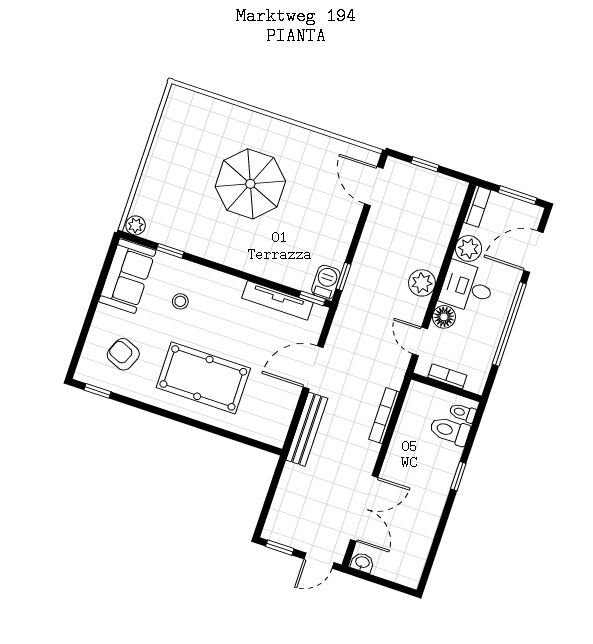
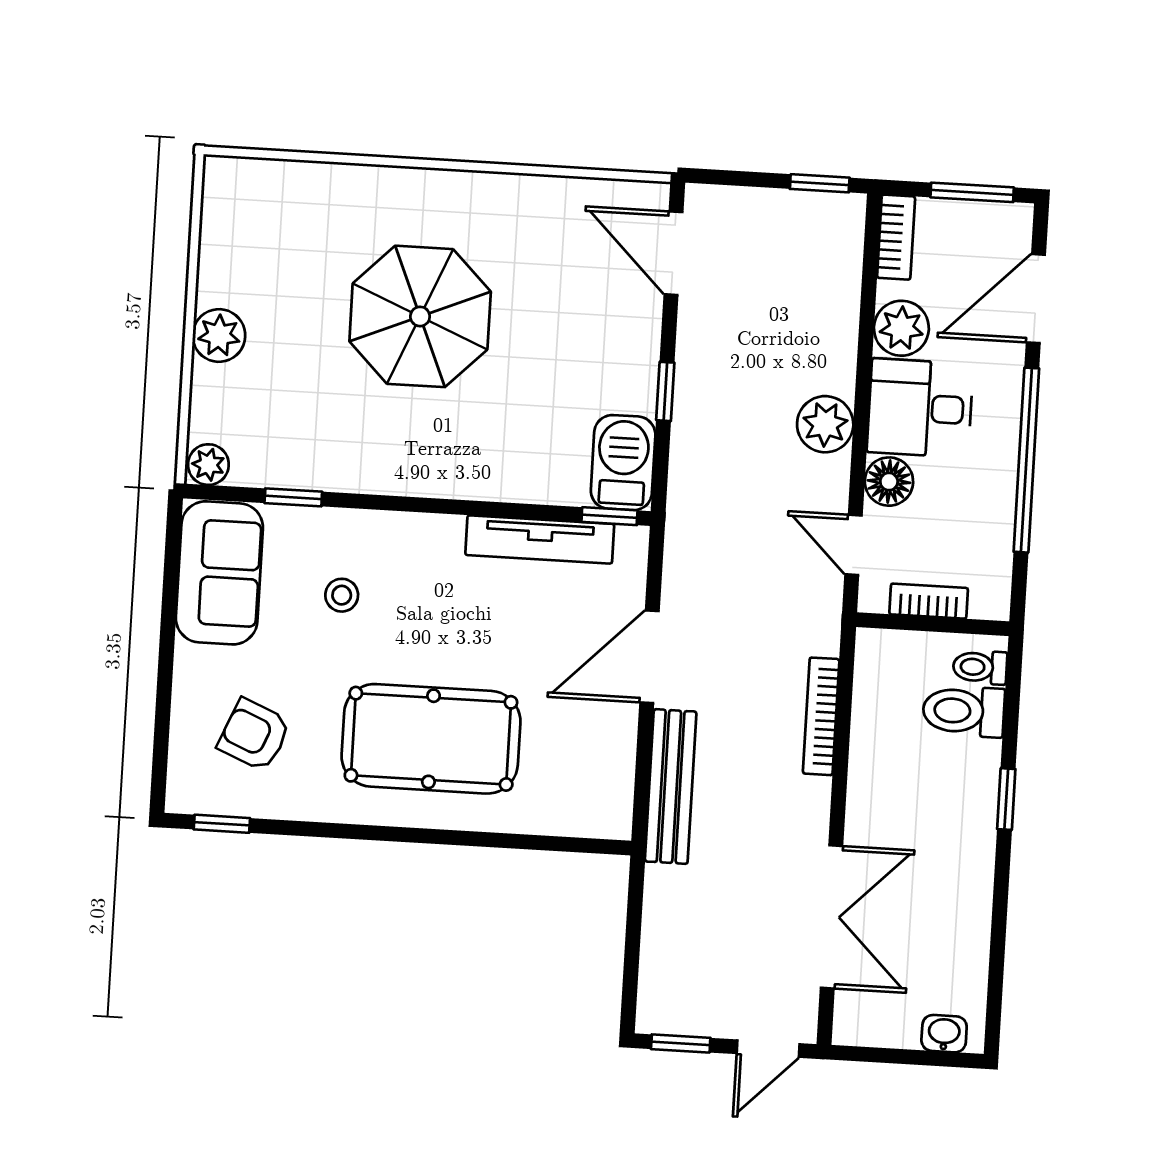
window: (425, 164) -> (820, 183), moved
plant: (156, 168) -> (219, 335), added
window: (344, 277) -> (665, 391), moved
barbecue: (326, 282) -> (623, 463), width x1.38, depth x1.27
washbasin: (362, 563) -> (944, 1034), moved

